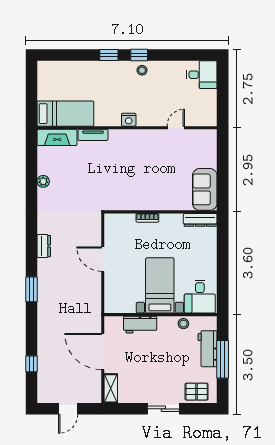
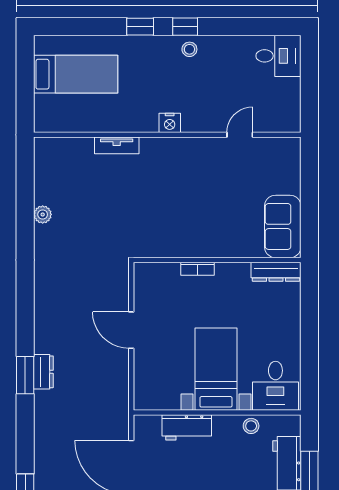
bed: (65, 114) -> (76, 74), moved
fireplace: (57, 137) -> (63, 149), removed
dresser: (44, 246) -> (43, 372), moved

